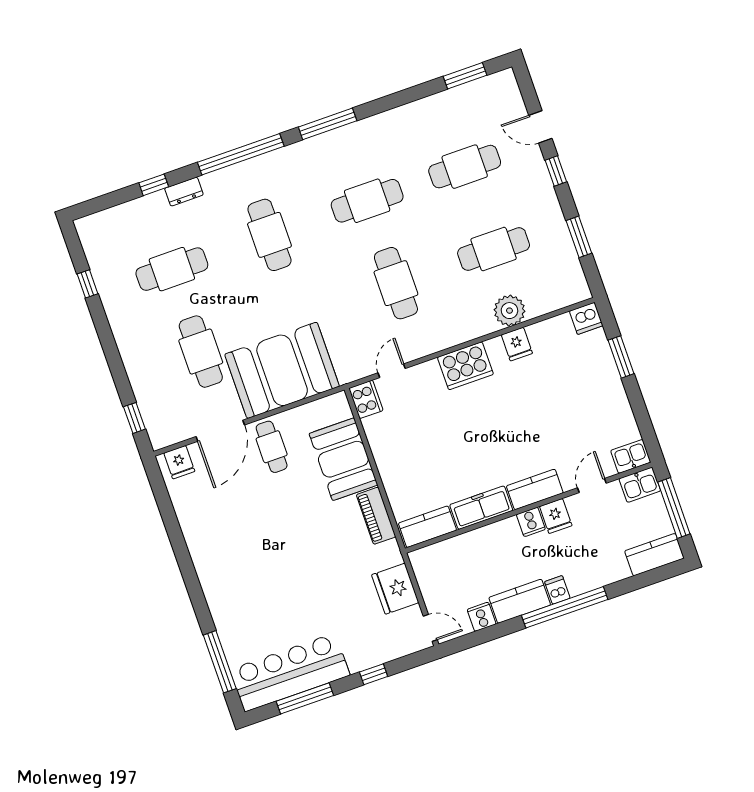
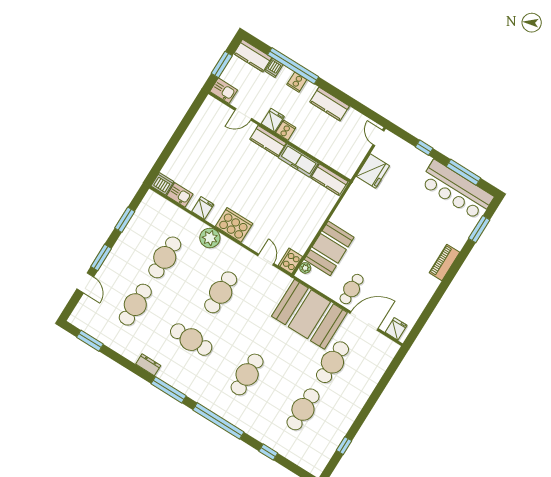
cafe table: (465, 167) -> (135, 305), turned 90
window: (556, 171) -> (101, 258), width x1.50
dresser: (184, 192) -> (148, 365), moved
cafe table: (494, 249) -> (165, 257), turned 90
cafe table: (172, 269) -> (303, 409), turned 90
plant: (509, 311) -> (210, 238), moved
window: (621, 357) -> (168, 151), removed
door: (392, 371) -> (266, 260), swing flipped
plant: (343, 411) -> (305, 268), added
window: (134, 418) -> (392, 369), removed
kitchen sink: (631, 456) -> (180, 195), moved, turned 180
window: (674, 508) -> (222, 65), width x0.69
piano: (376, 516) -> (444, 262), moved, turned 180
dishwasher: (557, 590) -> (274, 68), moved
window: (565, 607) -> (293, 66), moved
cooker: (482, 617) -> (297, 82), moved
window: (220, 662) -> (479, 229), width x0.69

